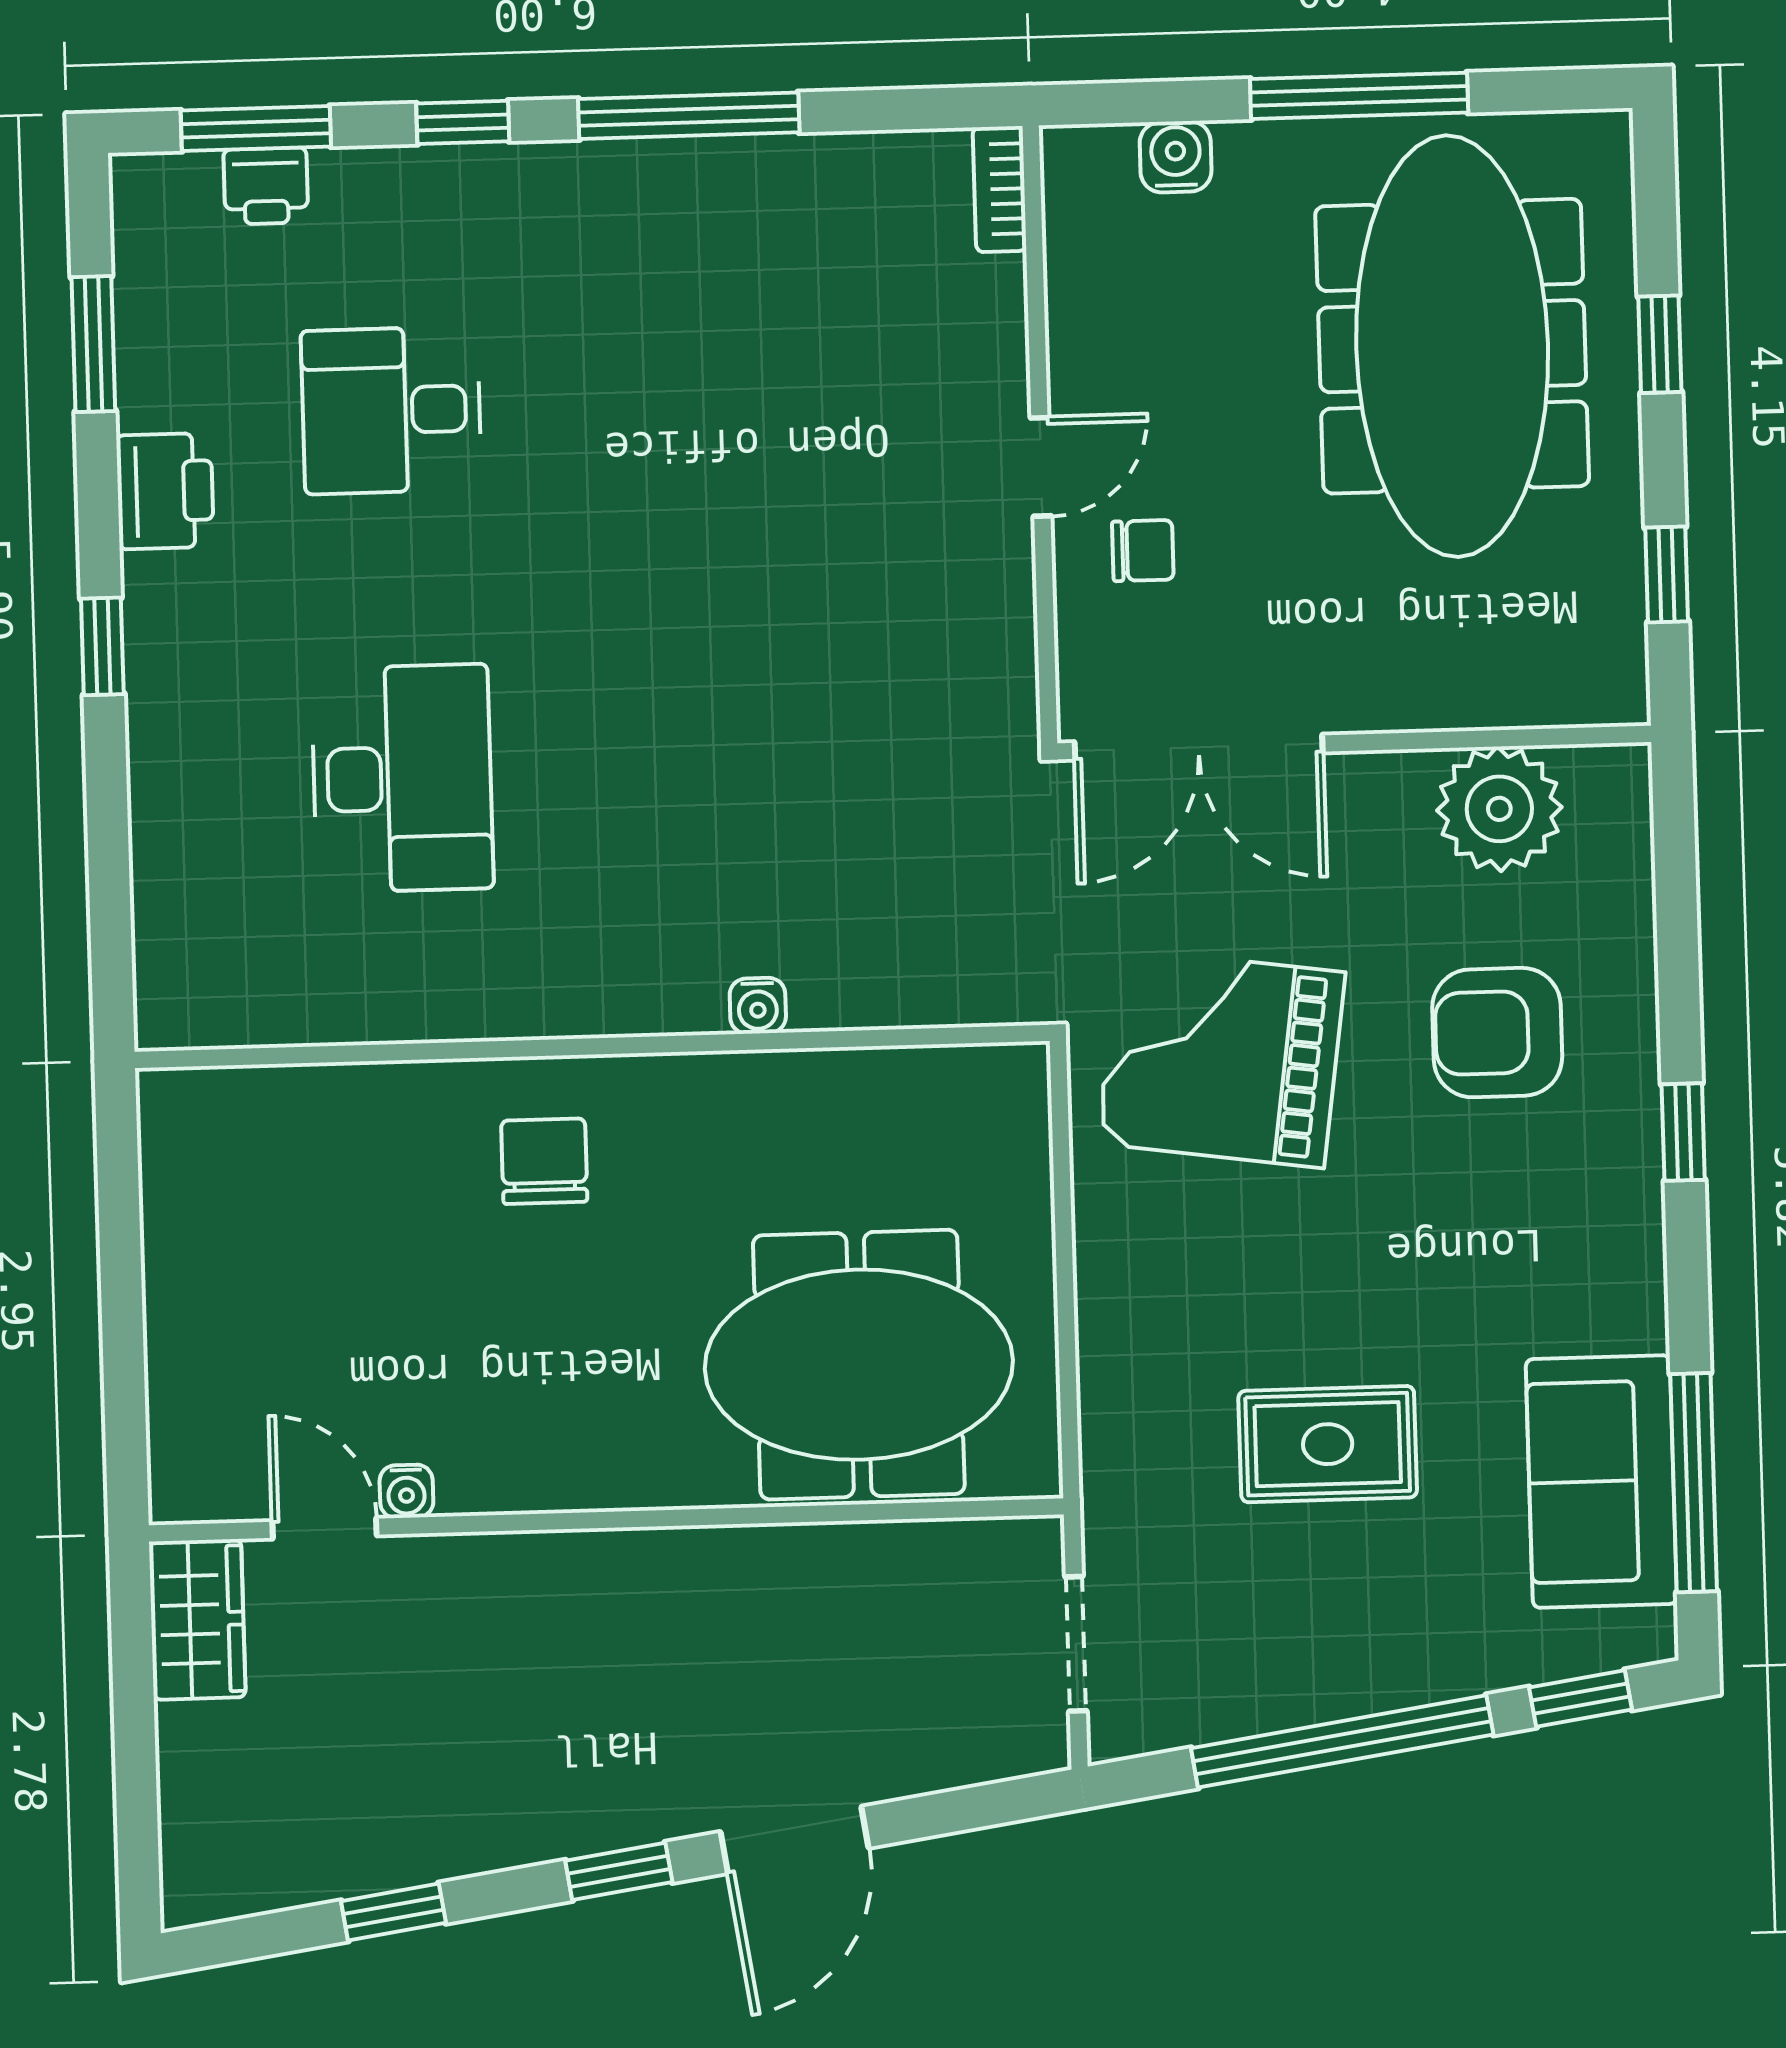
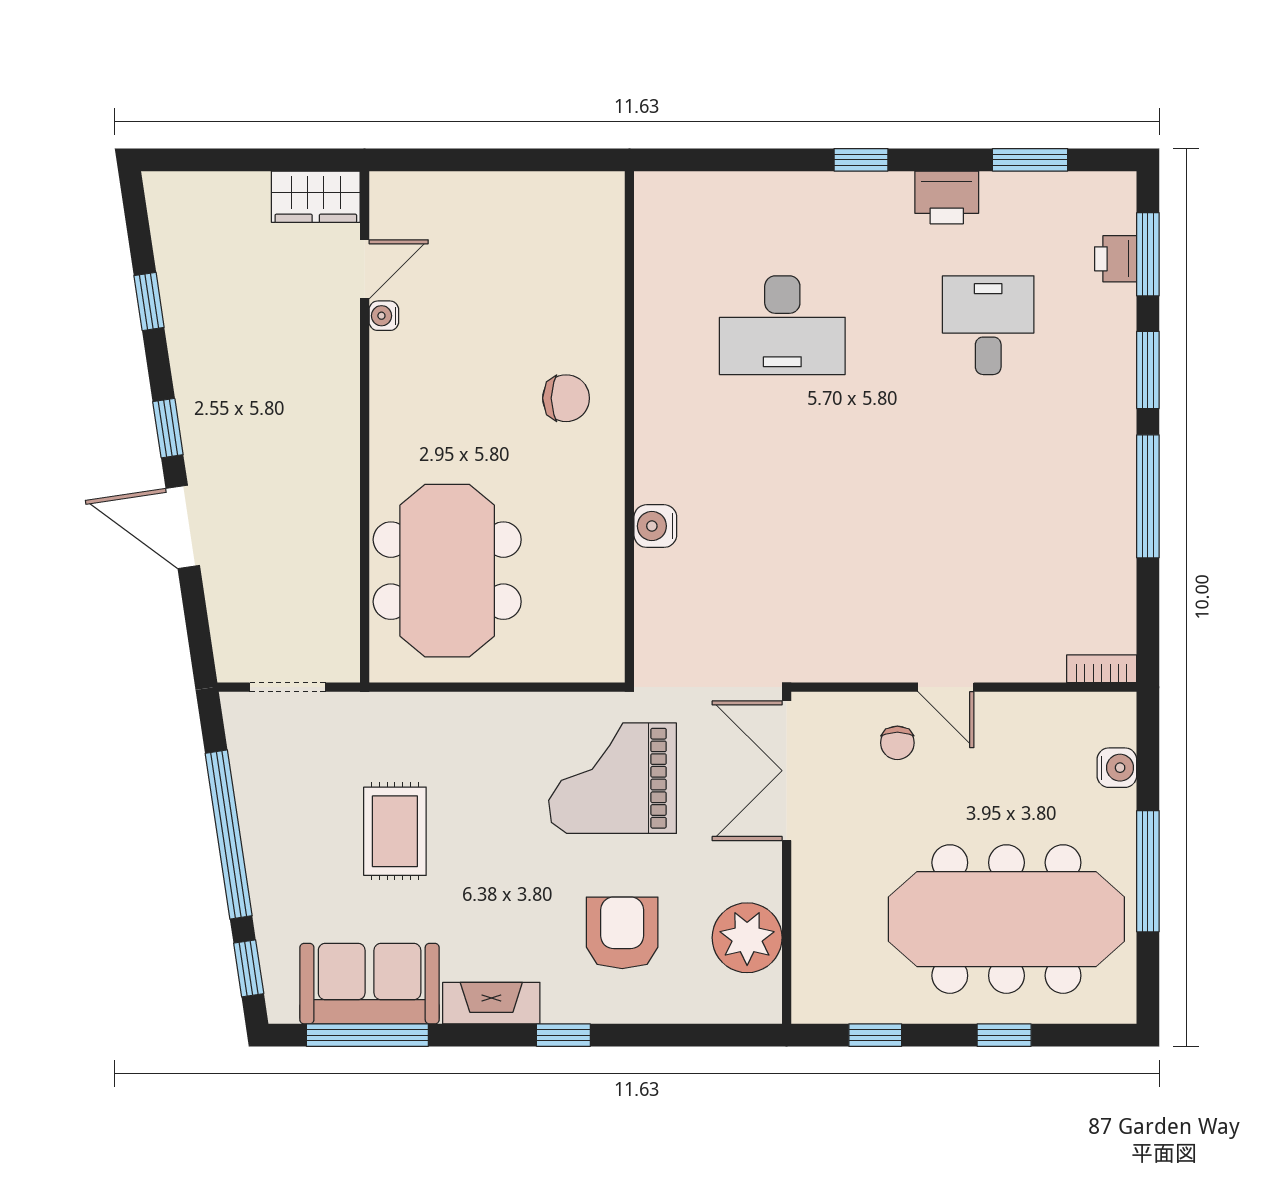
window: (463, 122) -> (1148, 370), width x1.50
water cooler: (758, 1006) -> (655, 526), width x1.38, depth x1.38
grand piano: (1221, 1058) -> (613, 778), turned -98
fireplace: (1630, 1263) -> (491, 1003), added

